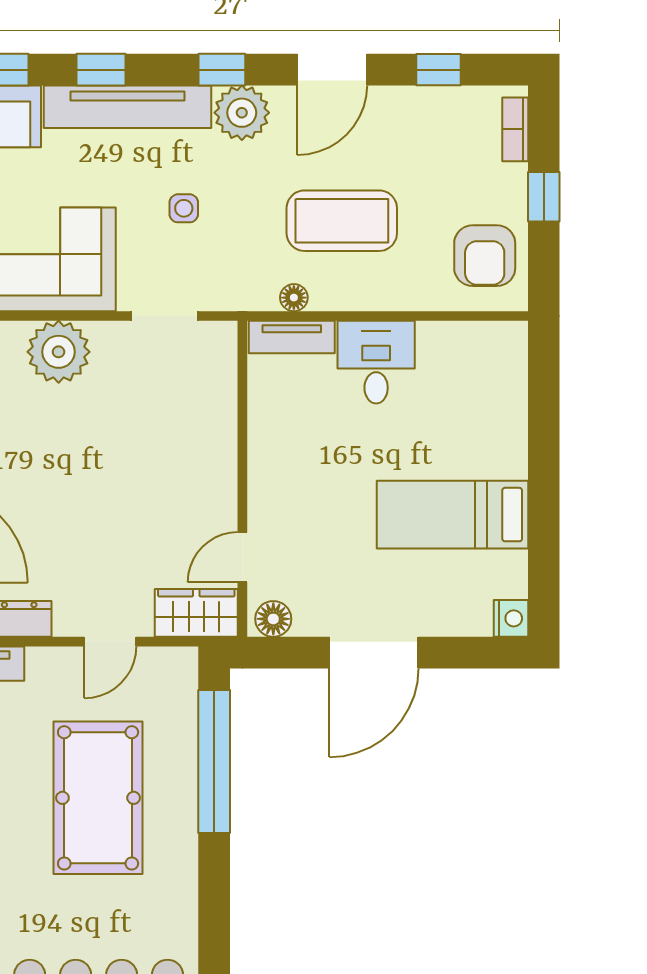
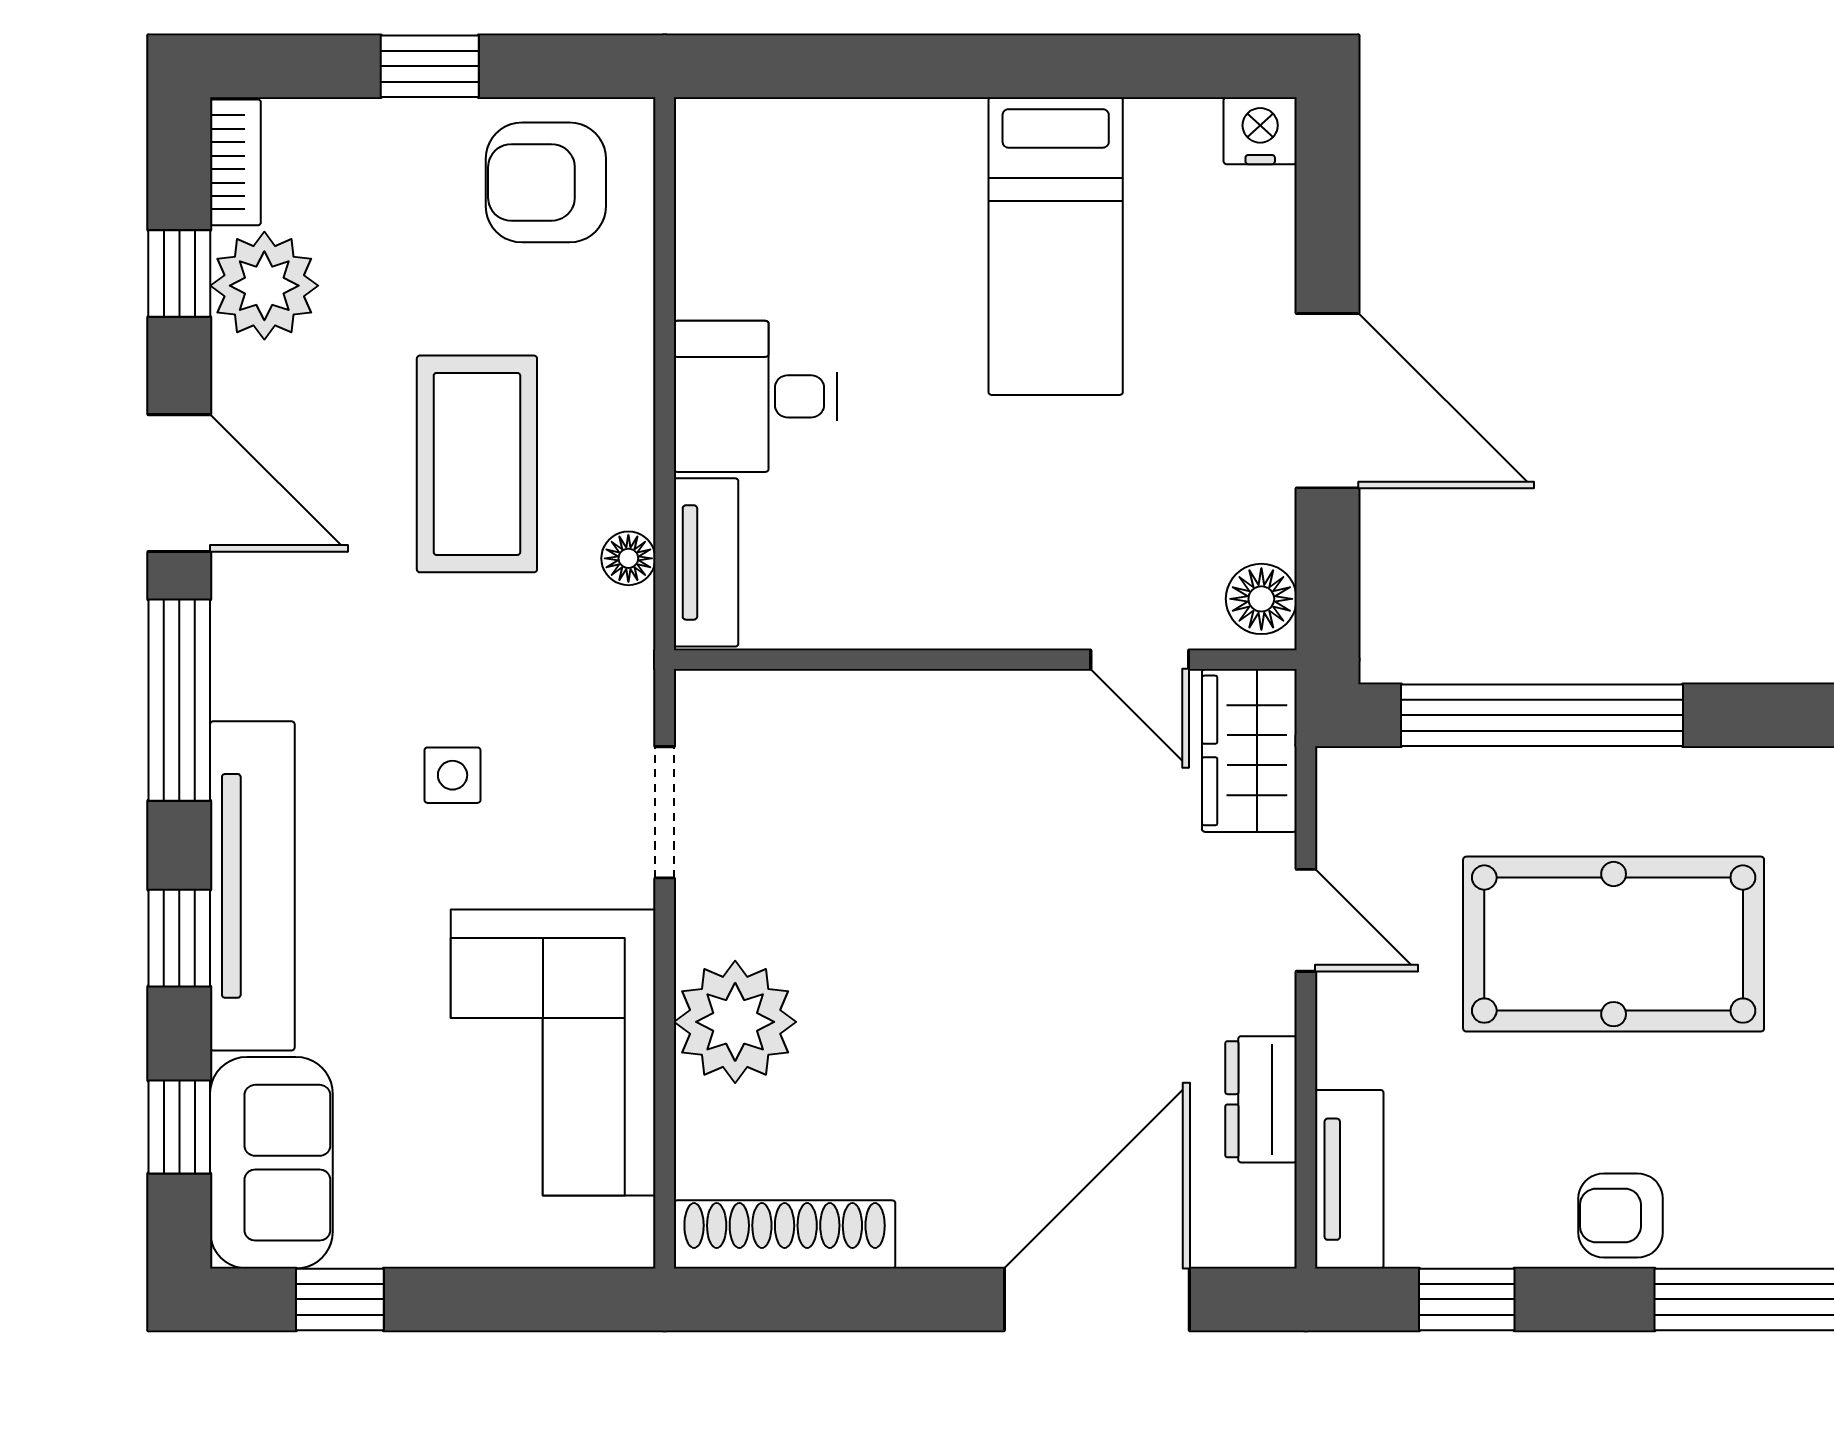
window: (222, 70) -> (179, 700), width x2.17
plant: (242, 113) -> (264, 286), moved
bookcase: (515, 129) -> (235, 162), moved, turned -90
armchair: (485, 256) -> (546, 182), turned 180

